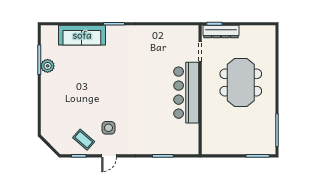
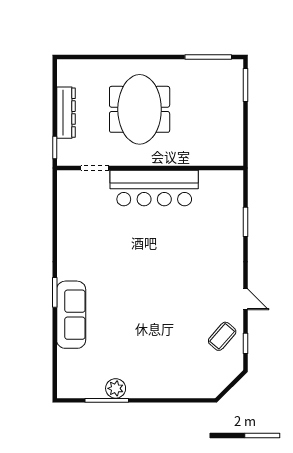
dresser: (221, 32) -> (66, 113), moved
sofa: (82, 35) -> (71, 315), moved
meeting table: (241, 82) -> (140, 109), turned 90
side table: (108, 128) -> (205, 300), removed

